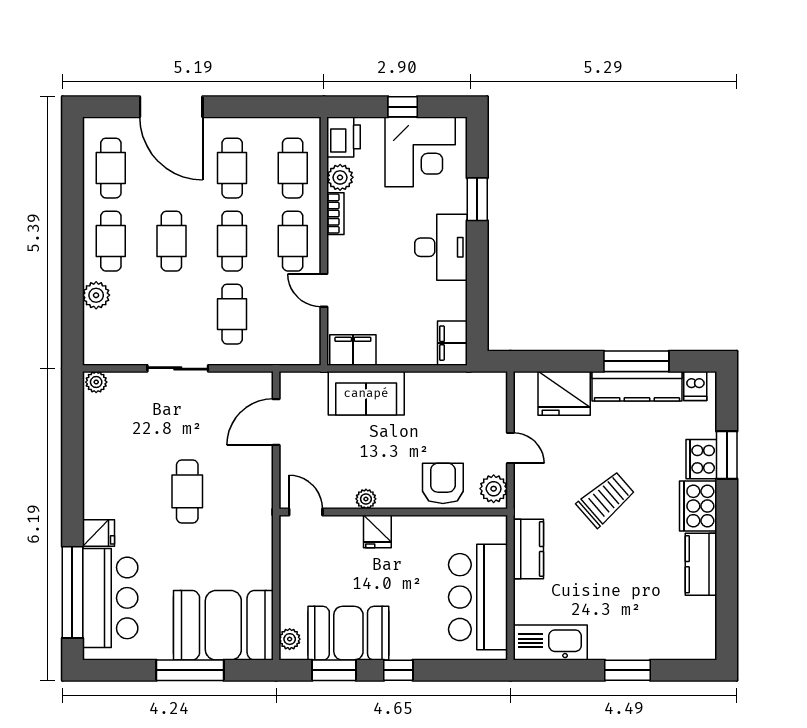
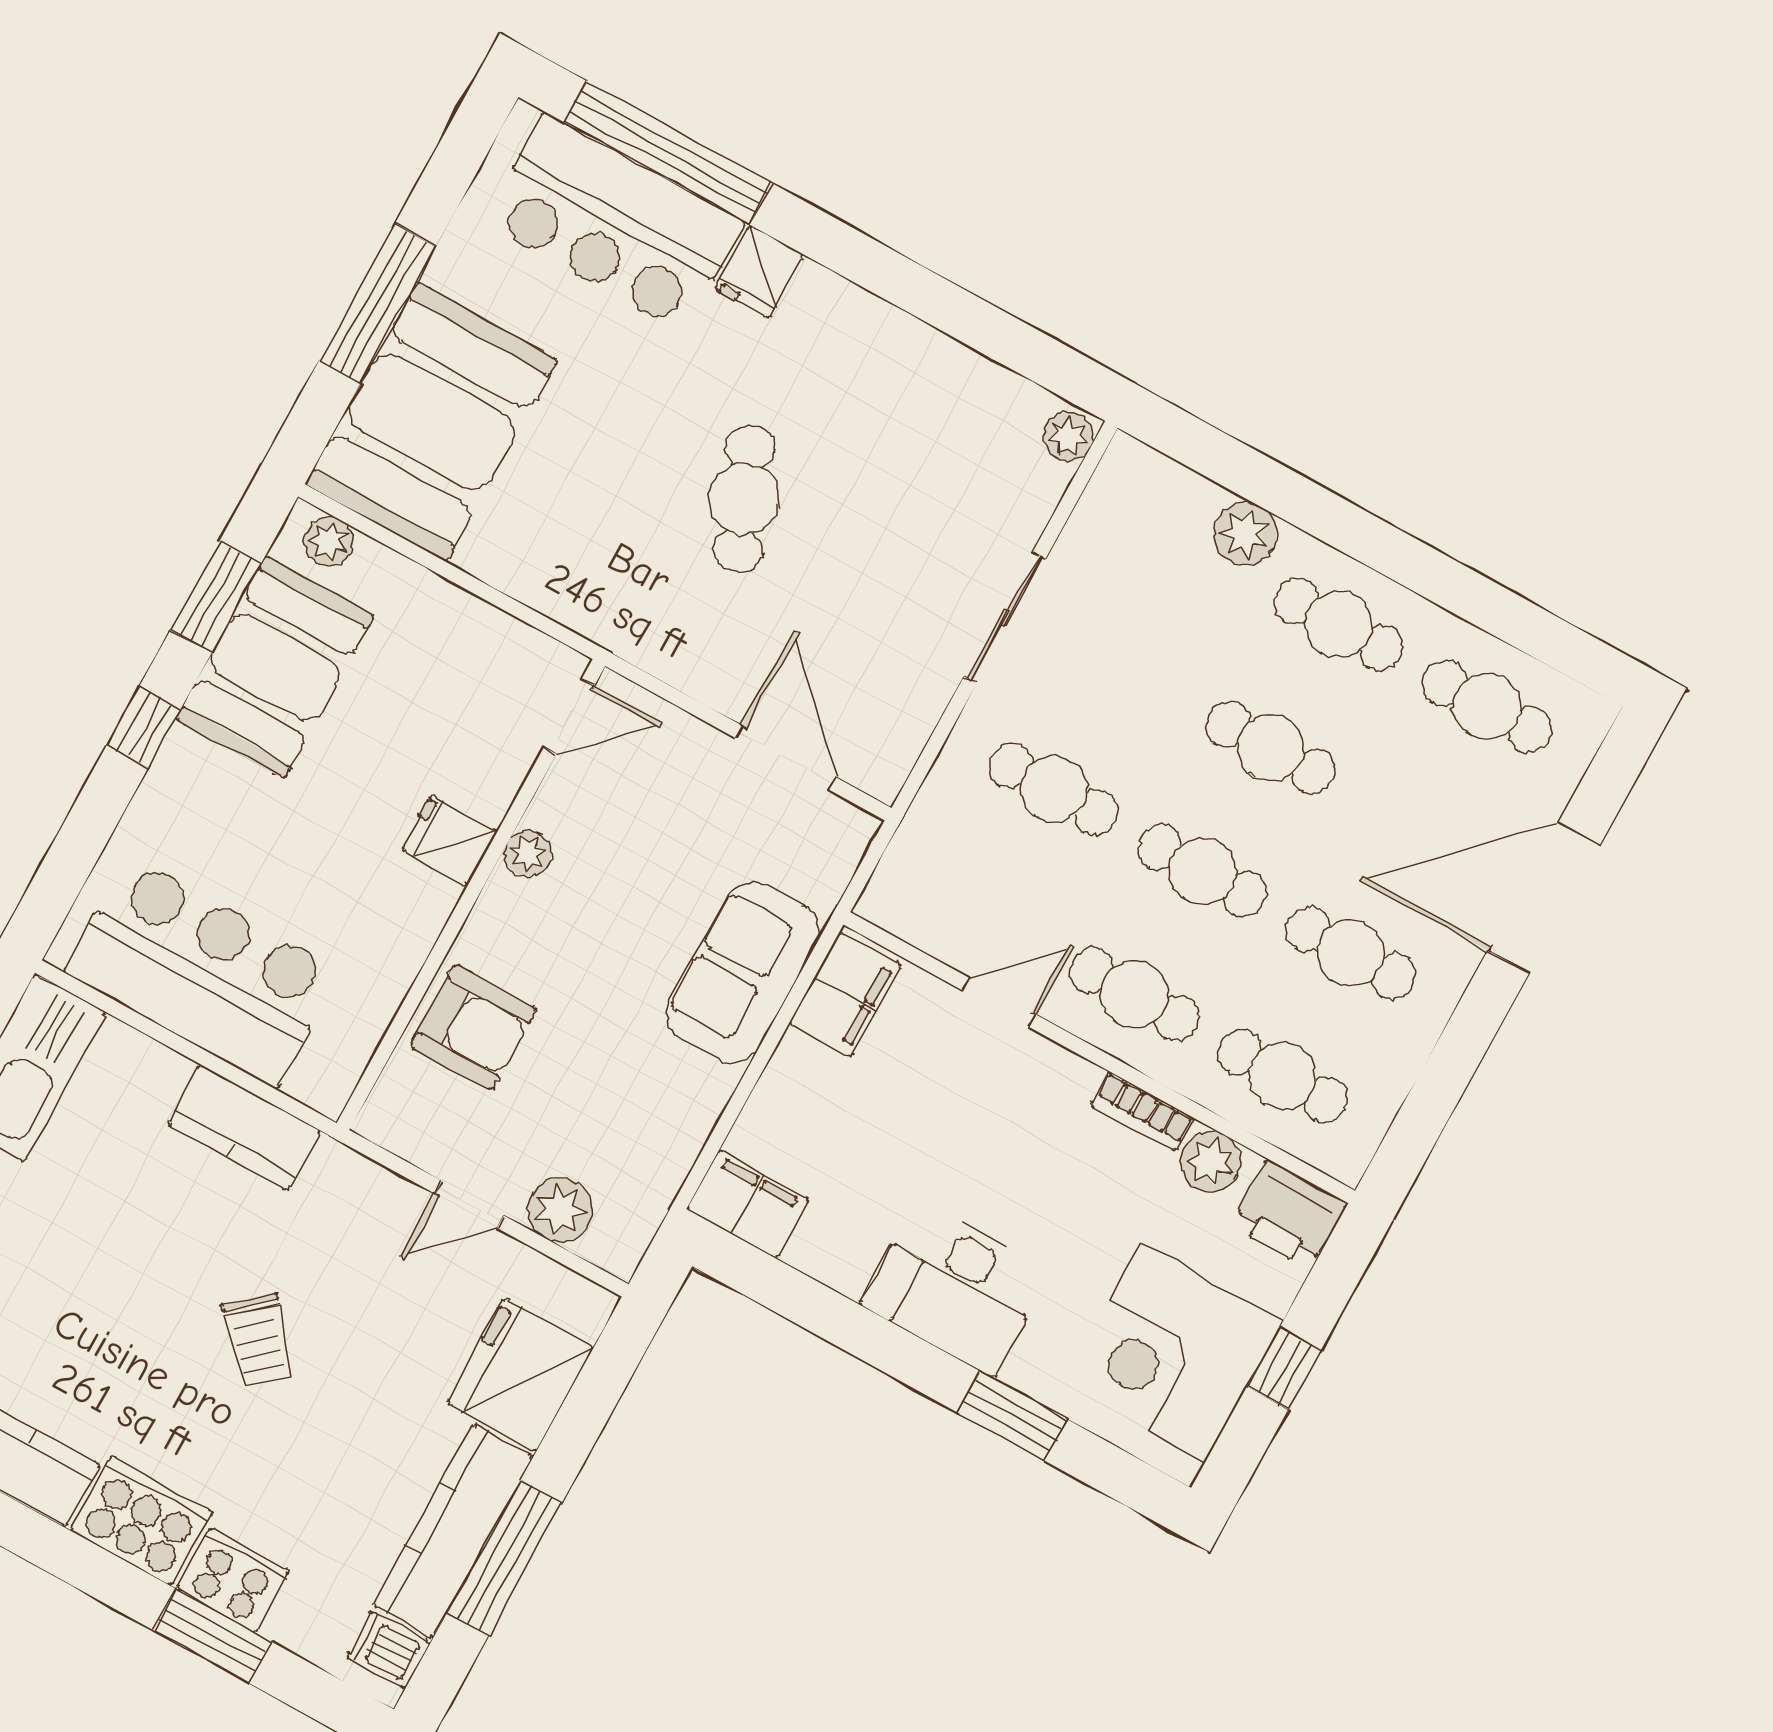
plant: (494, 489) -> (560, 1210), moved
cafe table: (187, 491) -> (744, 499), turned 68
trolley: (606, 499) -> (258, 1341), width x0.73, depth x0.72

